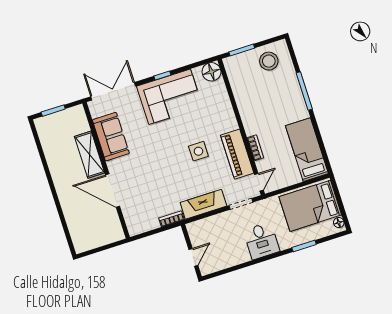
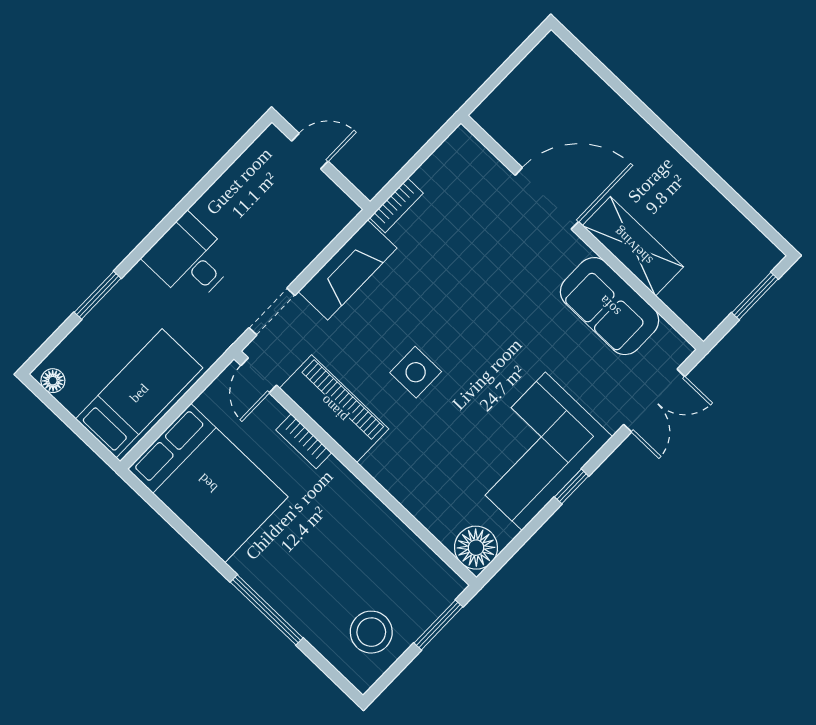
double door: (113, 91) -> (654, 400), width x0.73
bed: (307, 150) -> (208, 483), width x1.50
bed: (310, 206) -> (139, 393), width x0.67
door: (193, 257) -> (310, 151), swing flipped

